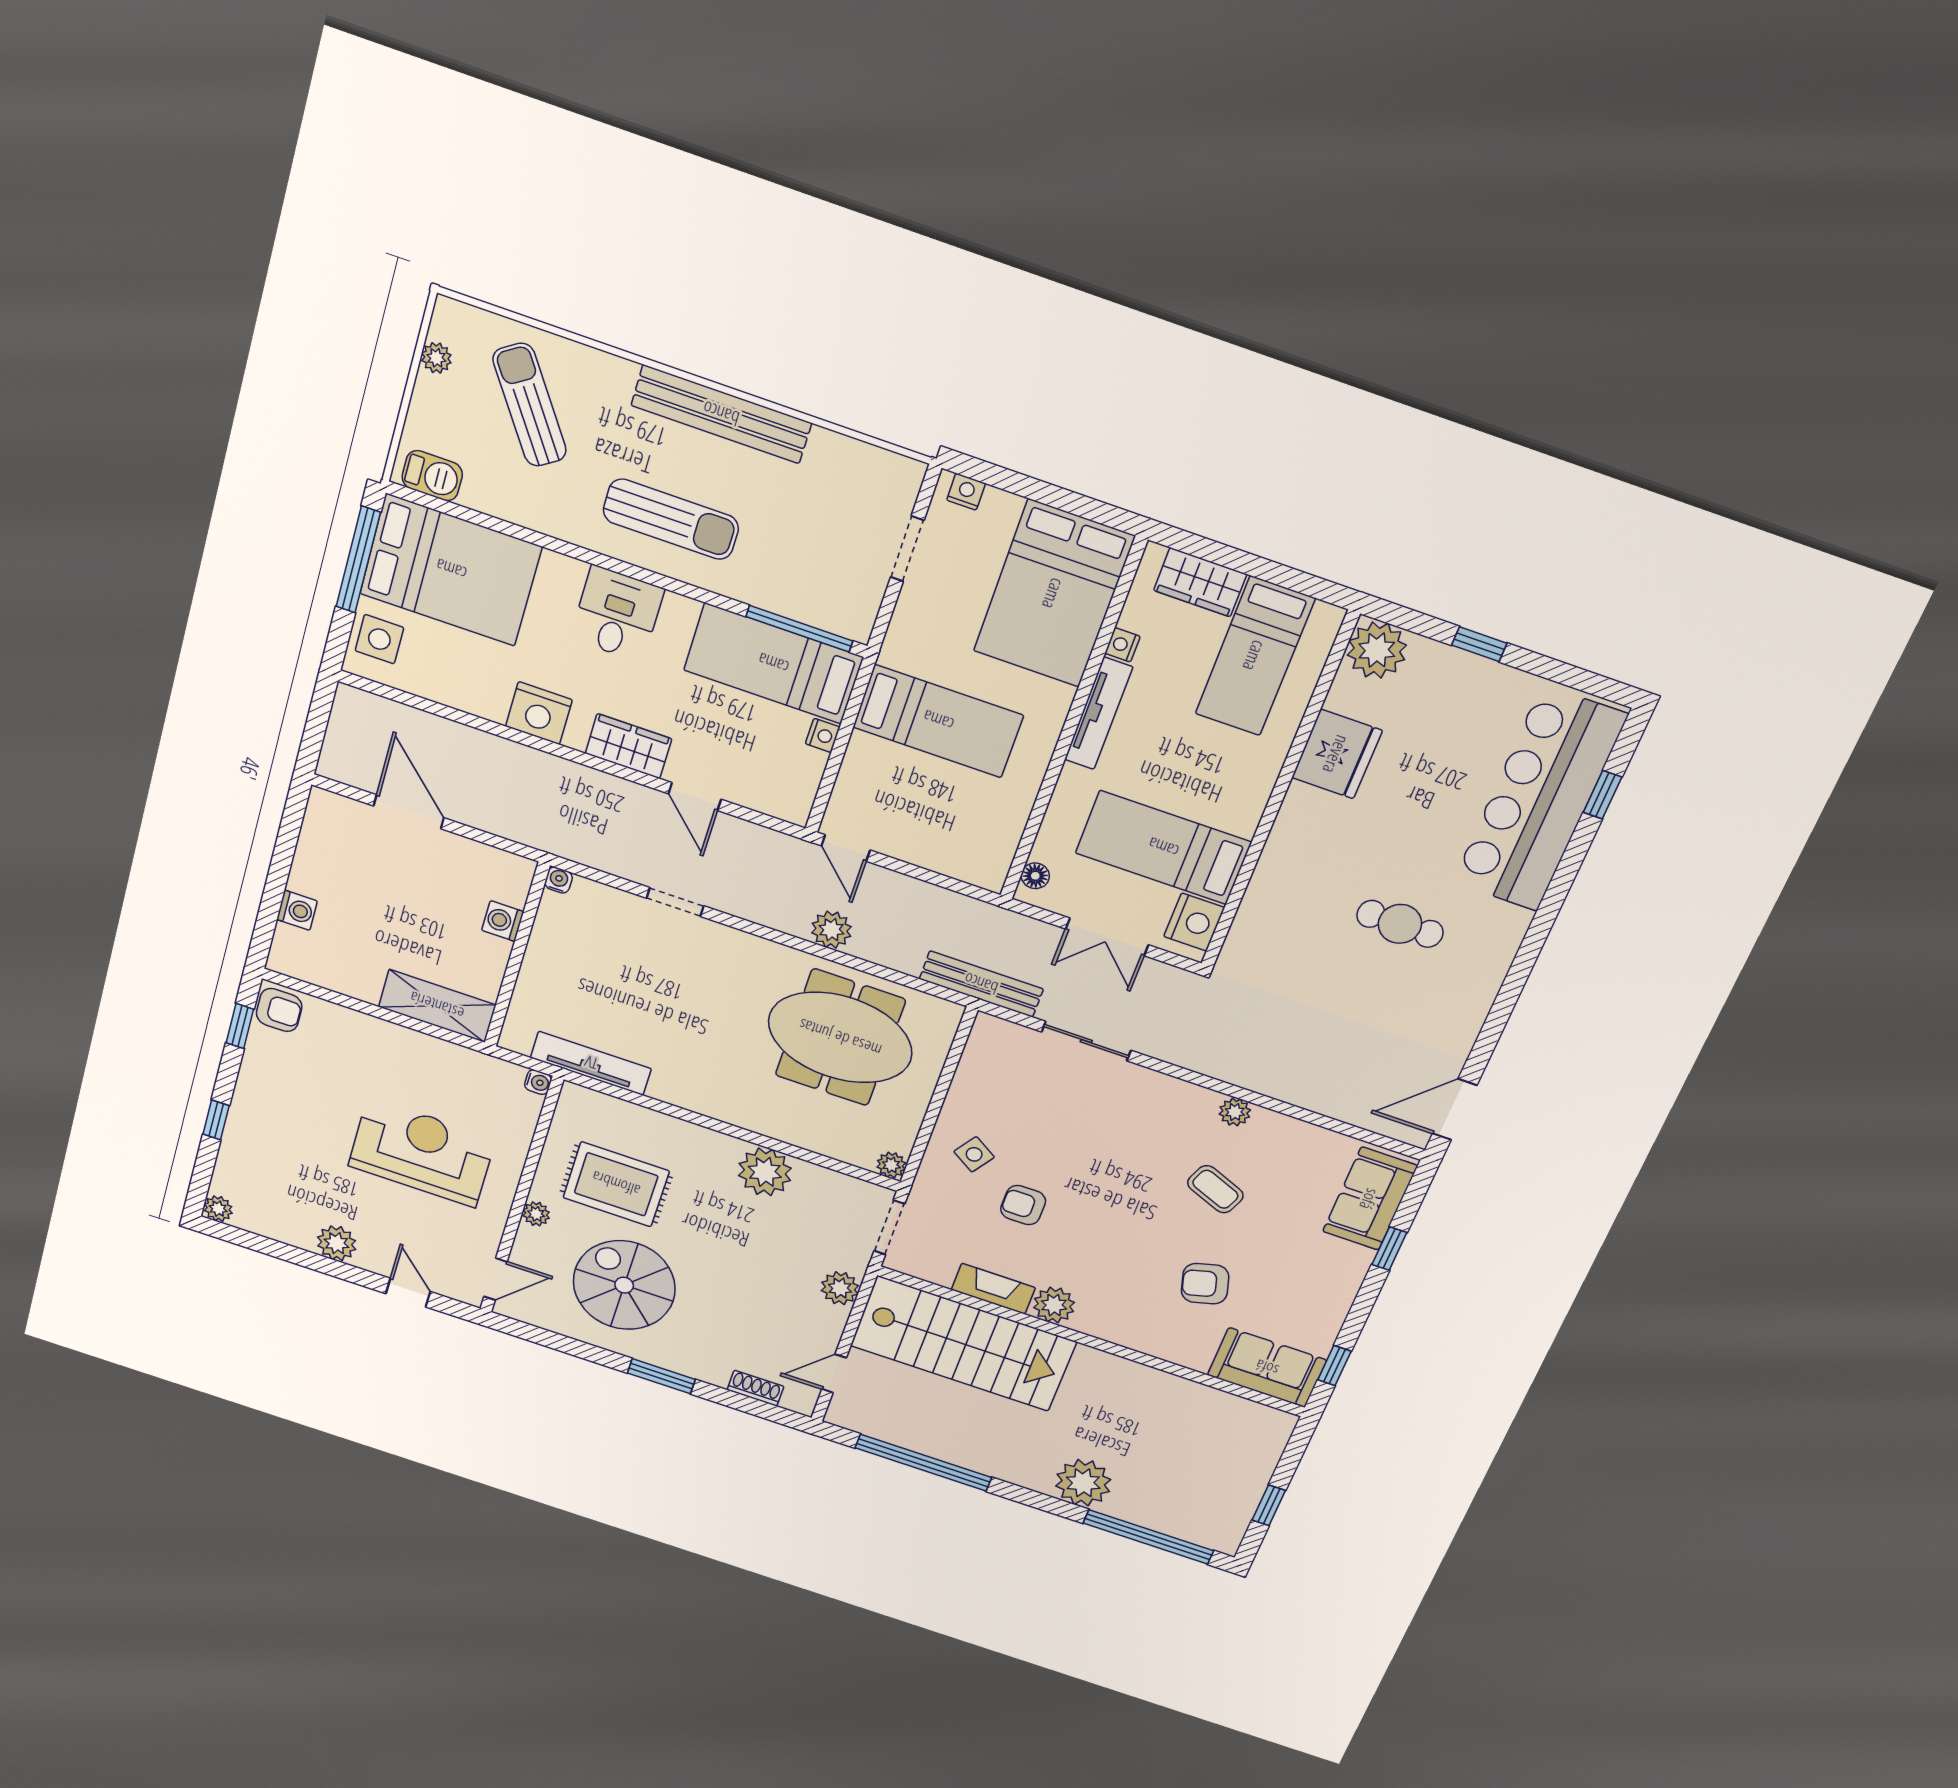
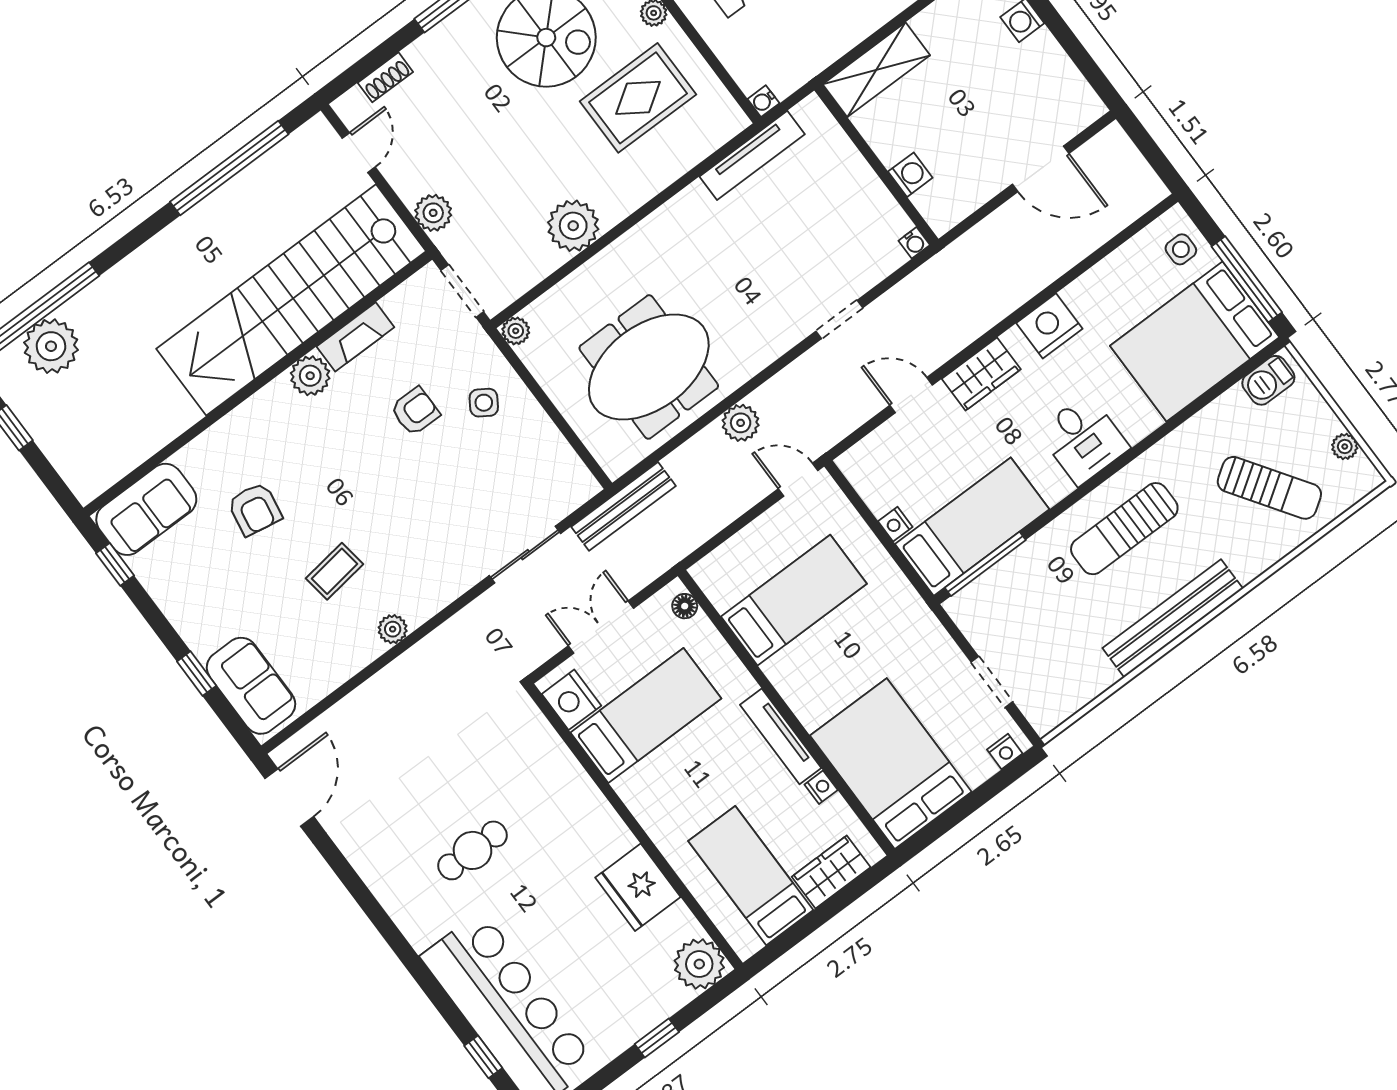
side table: (379, 639) -> (1181, 249), width x0.73, depth x0.73
bed: (938, 721) -> (794, 600), moved, turned 180
coffee table: (1215, 1189) -> (335, 571), turned -30
armchair: (1205, 1284) -> (255, 509), turned 116
stairs: (963, 1344) -> (291, 300), width x1.36
plant: (1083, 1483) -> (51, 346), moved

